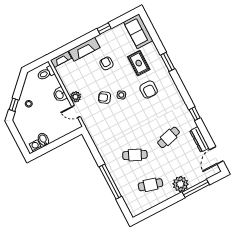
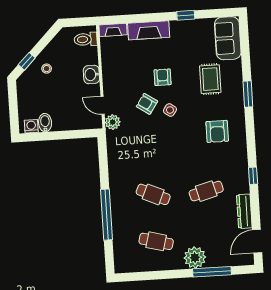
armchair: (107, 63) -> (163, 77), moved
armchair: (149, 90) -> (217, 131), moved
plant: (76, 97) -> (113, 122), moved

